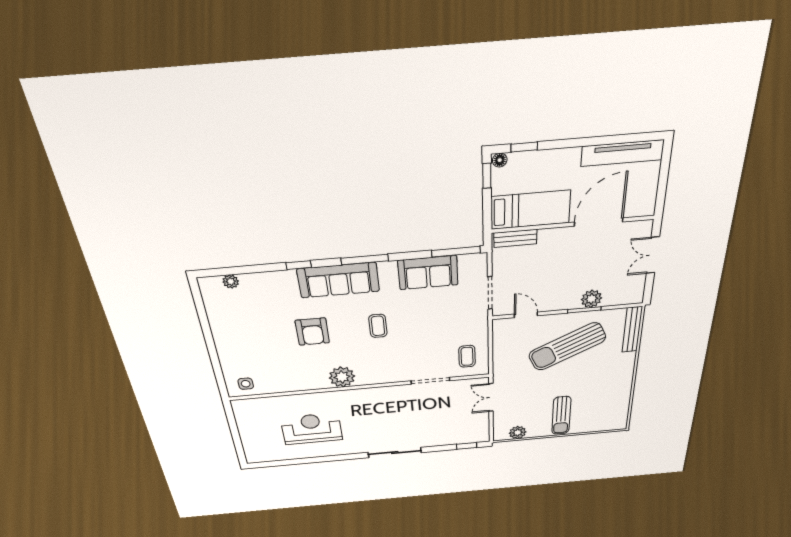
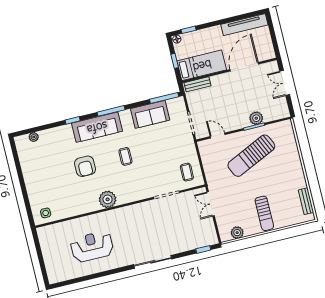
window: (487, 176) -> (175, 61), moved
bench: (632, 330) -> (306, 201), moved, width x0.73

